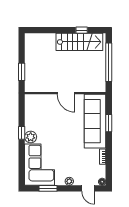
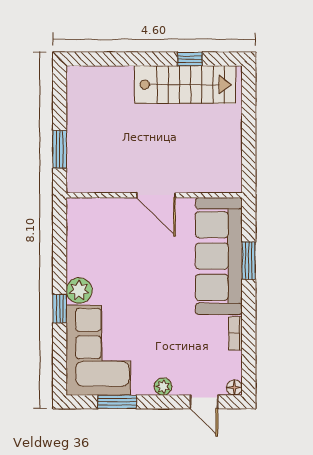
window: (109, 62) -> (249, 128), removed
window: (22, 133) -> (60, 309), moved

